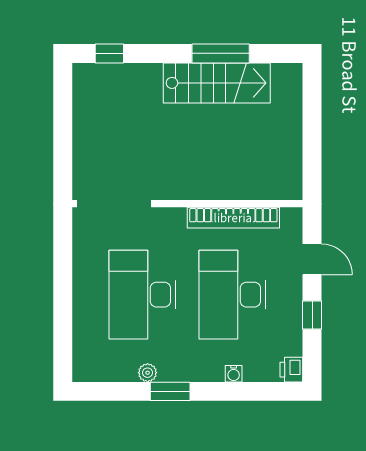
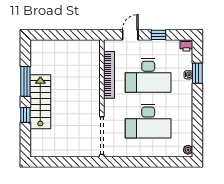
window: (109, 53) -> (25, 115), moved
stairs: (217, 83) -> (40, 102), moved
plant: (148, 373) -> (188, 150), moved
window: (170, 391) -> (197, 73), moved

